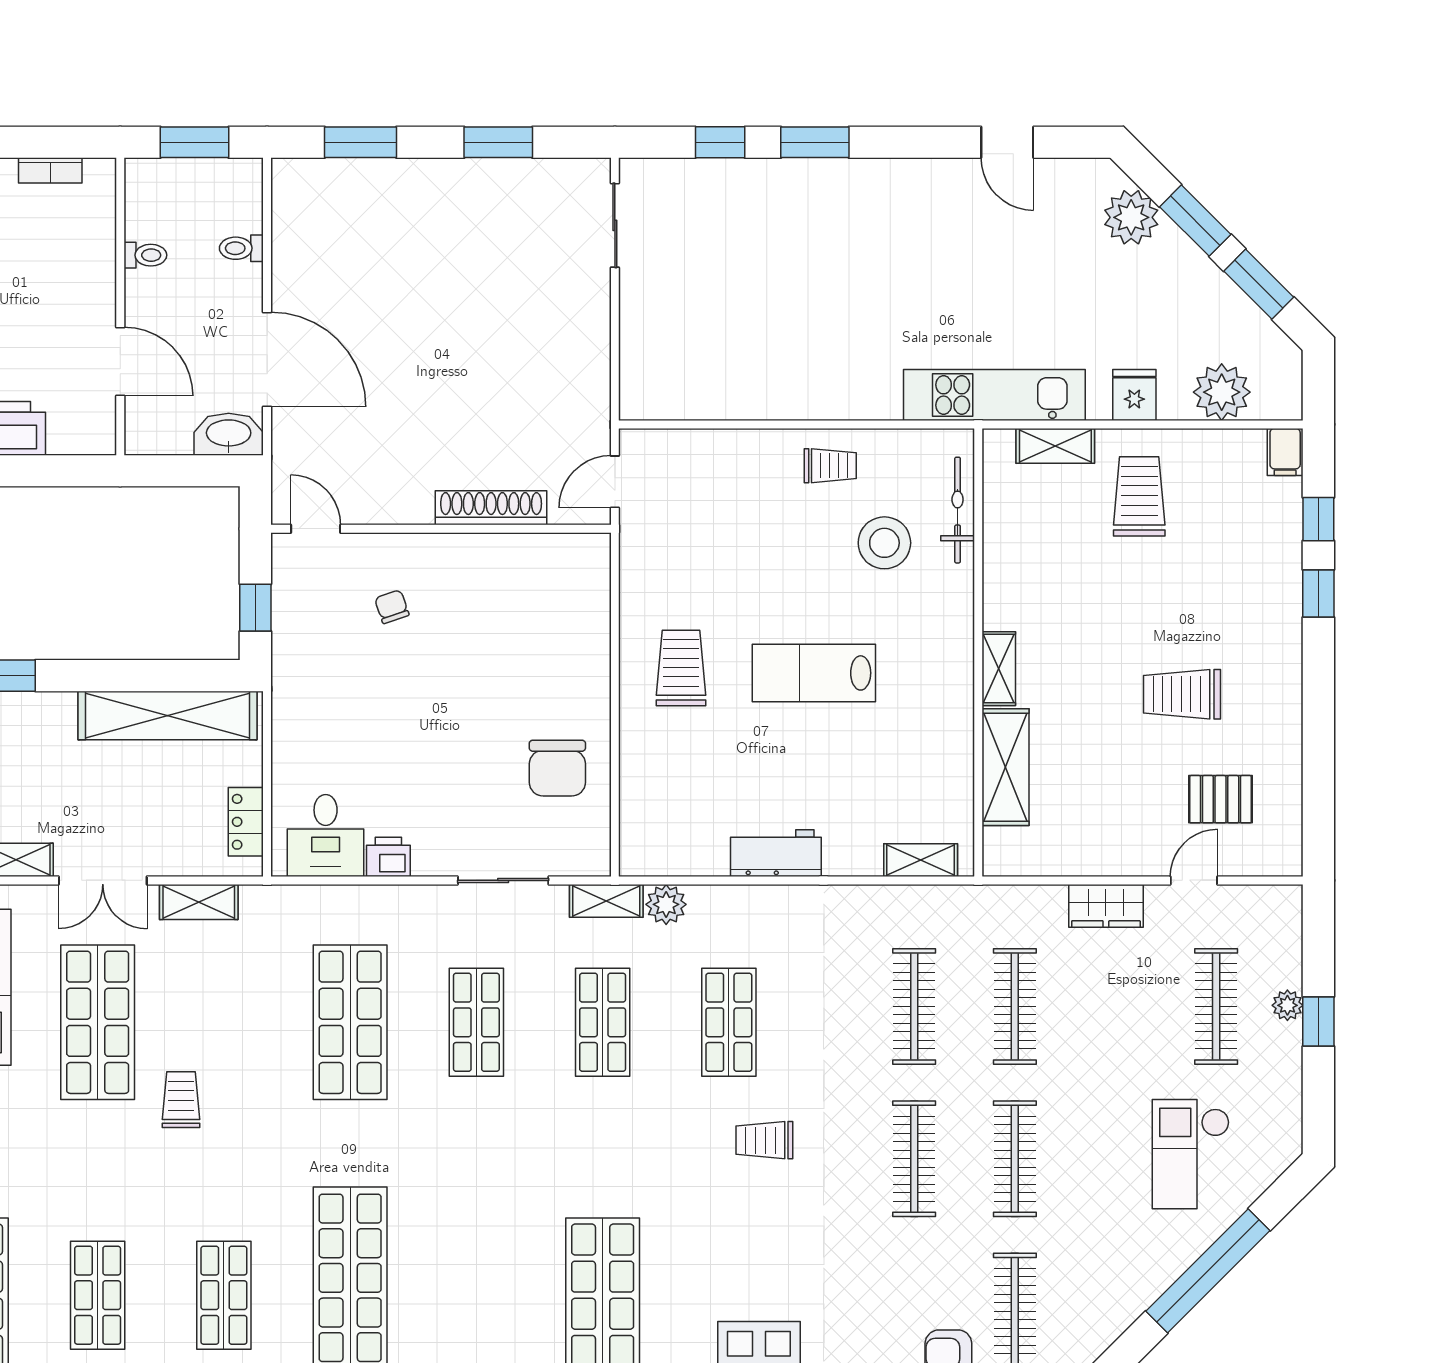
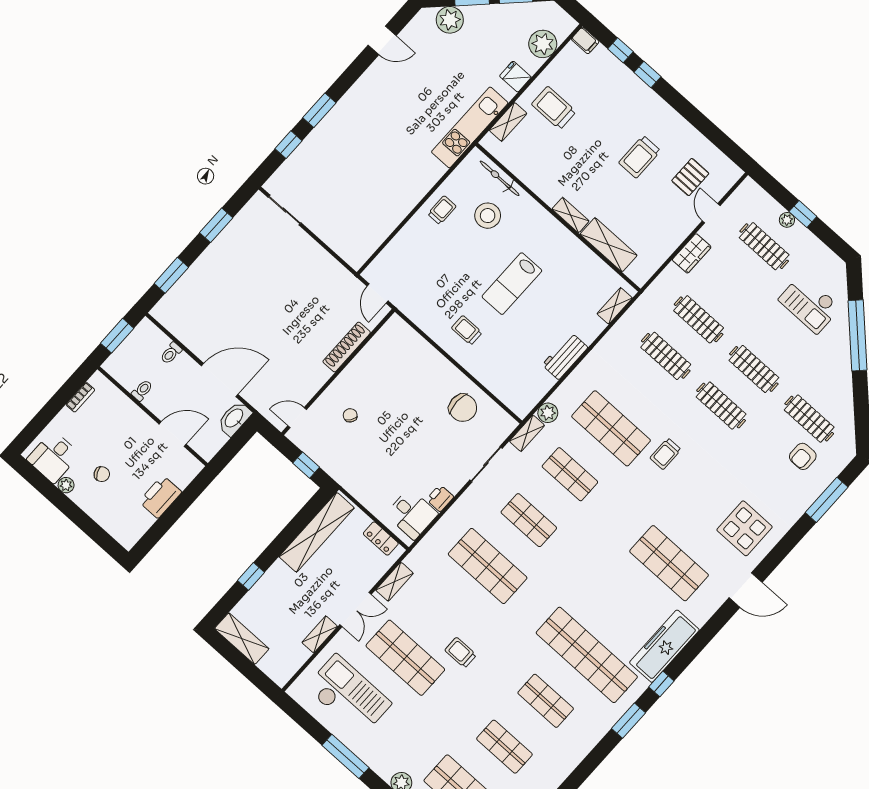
chair: (392, 607) -> (350, 415), turned 54
trolley: (681, 668) -> (467, 330), width x0.73, depth x0.72
shop shelf: (729, 1022) -> (611, 428), width x1.43, depth x1.36

